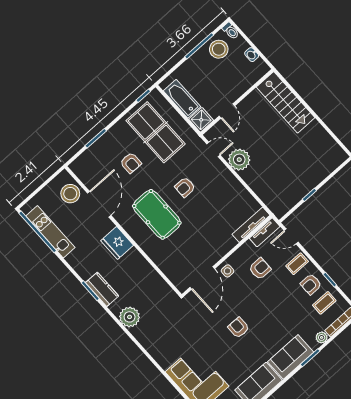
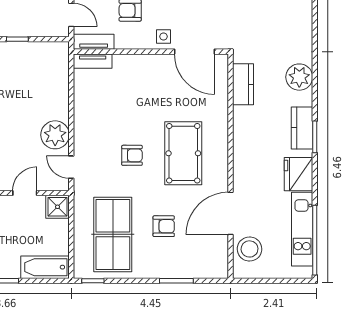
bathtub: (182, 99) -> (45, 267), moved, turned 90
armchair: (131, 163) -> (164, 226), turned 90
tv unit: (251, 225) -> (93, 61), width x0.71
fridge: (117, 243) -> (298, 174), moved, turned 180
door: (202, 278) -> (194, 52), swing flipped
kitchen counter: (158, 284) -> (243, 84), added

